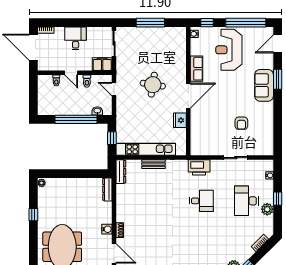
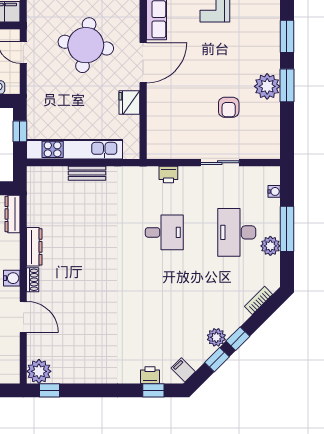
round table: (153, 85) -> (86, 45), width x1.36, depth x1.36
sofa: (264, 85) -> (265, 46), removed
plant: (265, 110) -> (267, 86), added
window: (278, 110) -> (287, 85), added
printer: (199, 167) -> (168, 174), width x0.53, depth x0.68
dresser: (121, 172) -> (34, 247), moved
window: (278, 199) -> (287, 229), width x2.17

